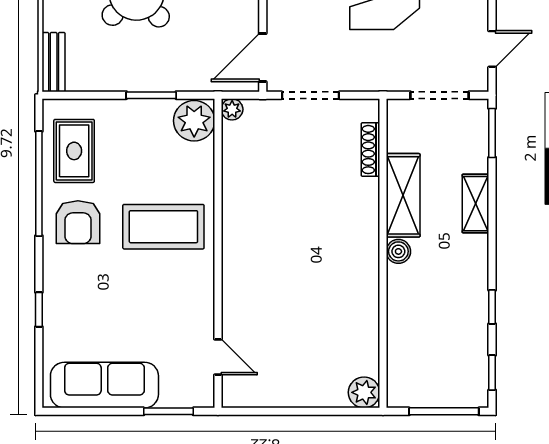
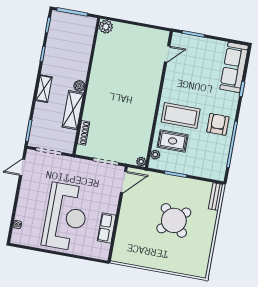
plant: (194, 121) -> (155, 155), width x0.53, depth x0.53
rug: (74, 151) -> (173, 141), moved, turned 90
shelving: (476, 204) -> (44, 89), moved
door: (218, 357) -> (167, 54), swing flipped
sofa: (104, 385) -> (234, 67), moved, turned 90

